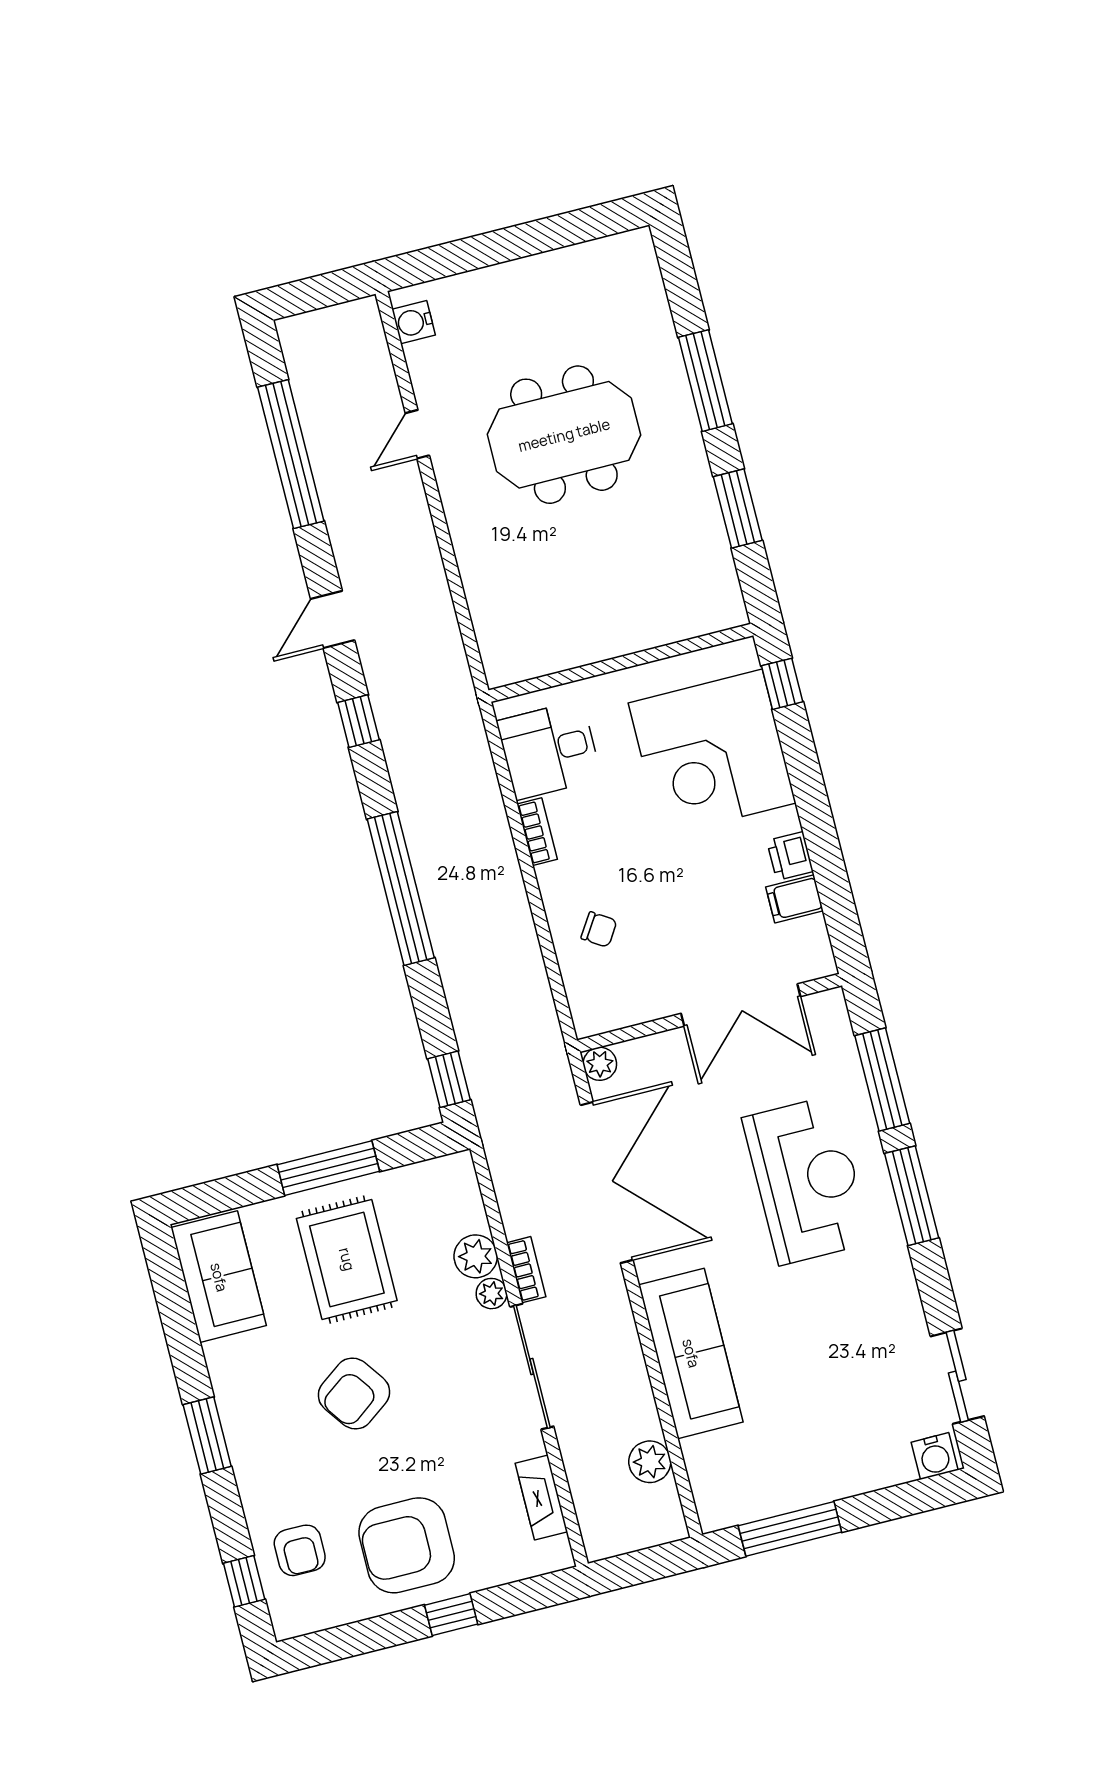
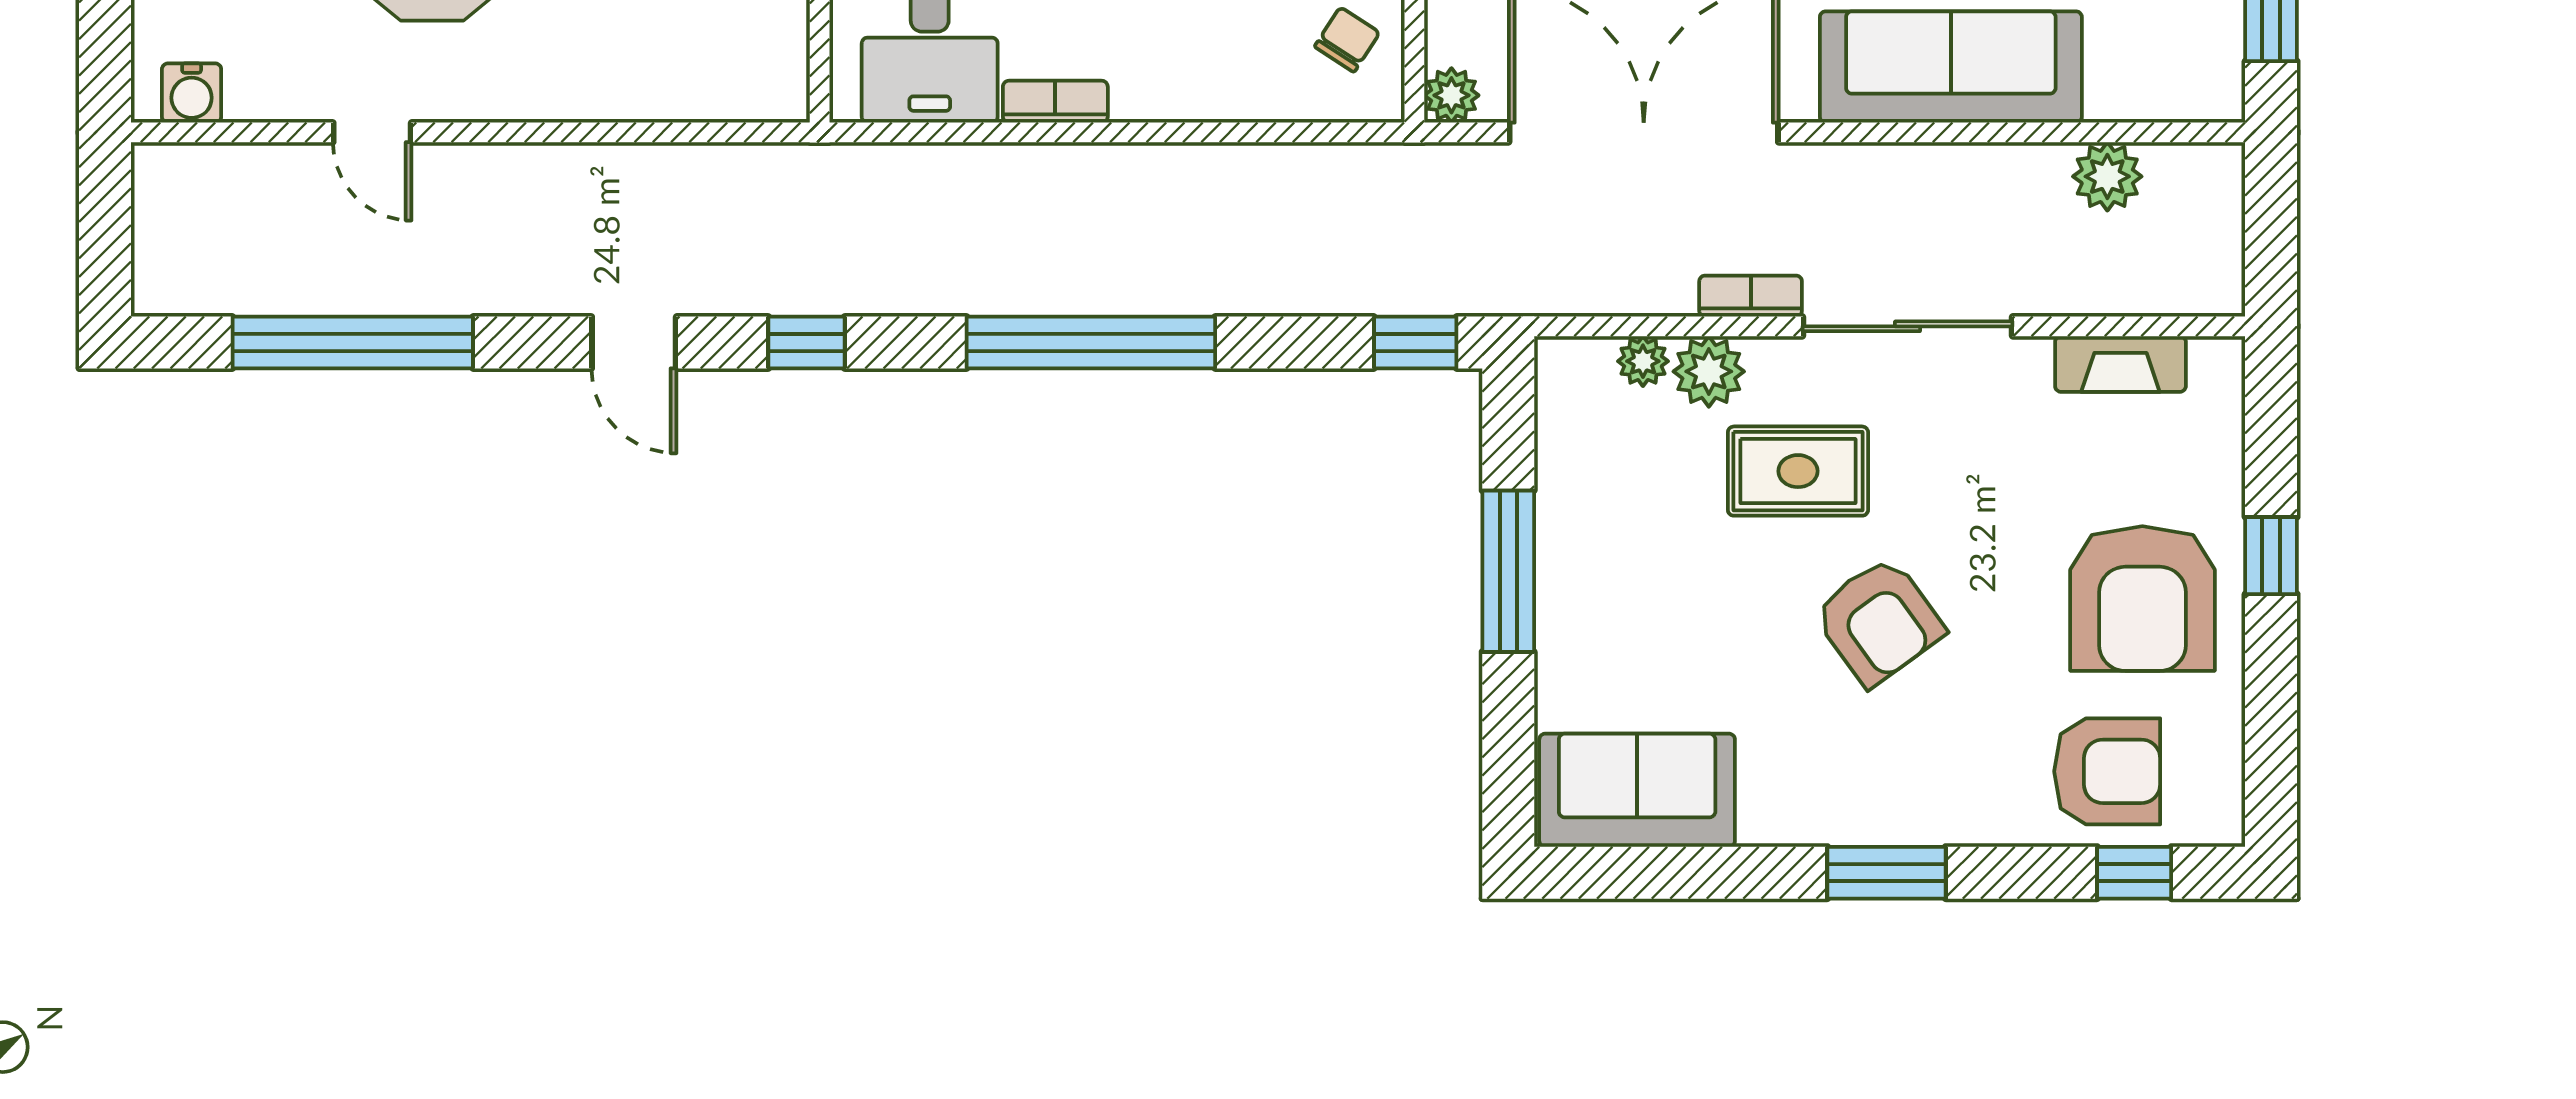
chair: (599, 930) -> (1347, 40), moved
rug: (347, 1259) -> (1798, 471), moved, width x0.73, depth x0.70
plant: (492, 1294) -> (1643, 361), moved
armchair: (300, 1550) -> (2107, 771), width x1.38, depth x1.38

